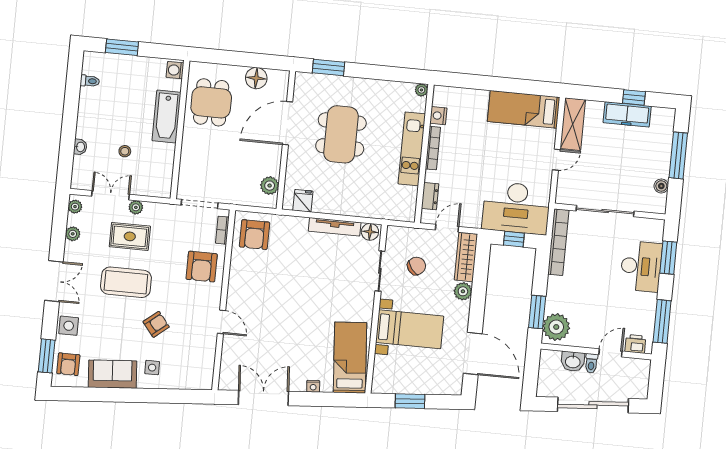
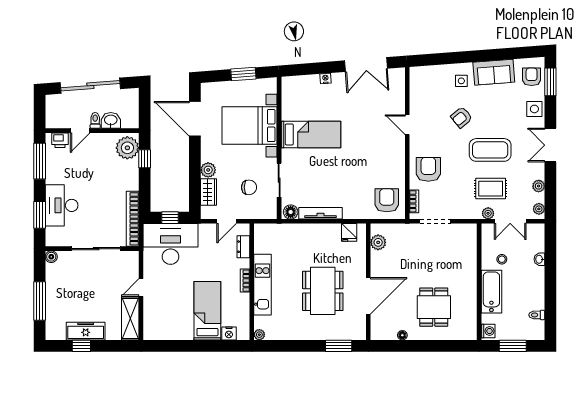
washing machine: (175, 70) -> (488, 331), moved
floor lamp: (256, 78) -> (402, 335), width x0.53, depth x0.53
bed: (524, 109) -> (207, 311), moved, turned -90
nightstand: (438, 116) -> (229, 333), moved, turned 90
bathtub: (167, 117) -> (491, 292), moved
wall: (180, 130) -> (479, 282), moved
bookcase: (433, 148) -> (245, 281), width x0.64
boiler: (661, 186) -> (51, 257), moved
wardrobe: (466, 257) -> (208, 192), width x0.67
chair: (417, 266) -> (249, 187), turned -143
window: (537, 312) -> (145, 159), width x0.67
bed with nightstands: (410, 329) -> (250, 126), width x1.36
bed: (350, 358) -> (311, 134), moved, turned -86

